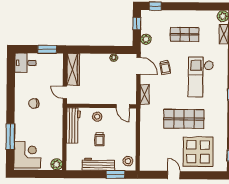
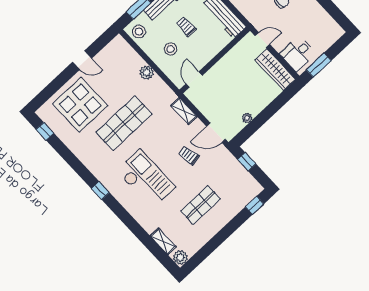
window: (137, 23) -> (247, 162), moved
plant: (146, 39) -> (147, 73), moved
desk: (25, 63) -> (298, 54), moved, turned 180
door: (123, 106) -> (194, 80), hinge flipped
stool: (97, 117) -> (170, 49), moved

